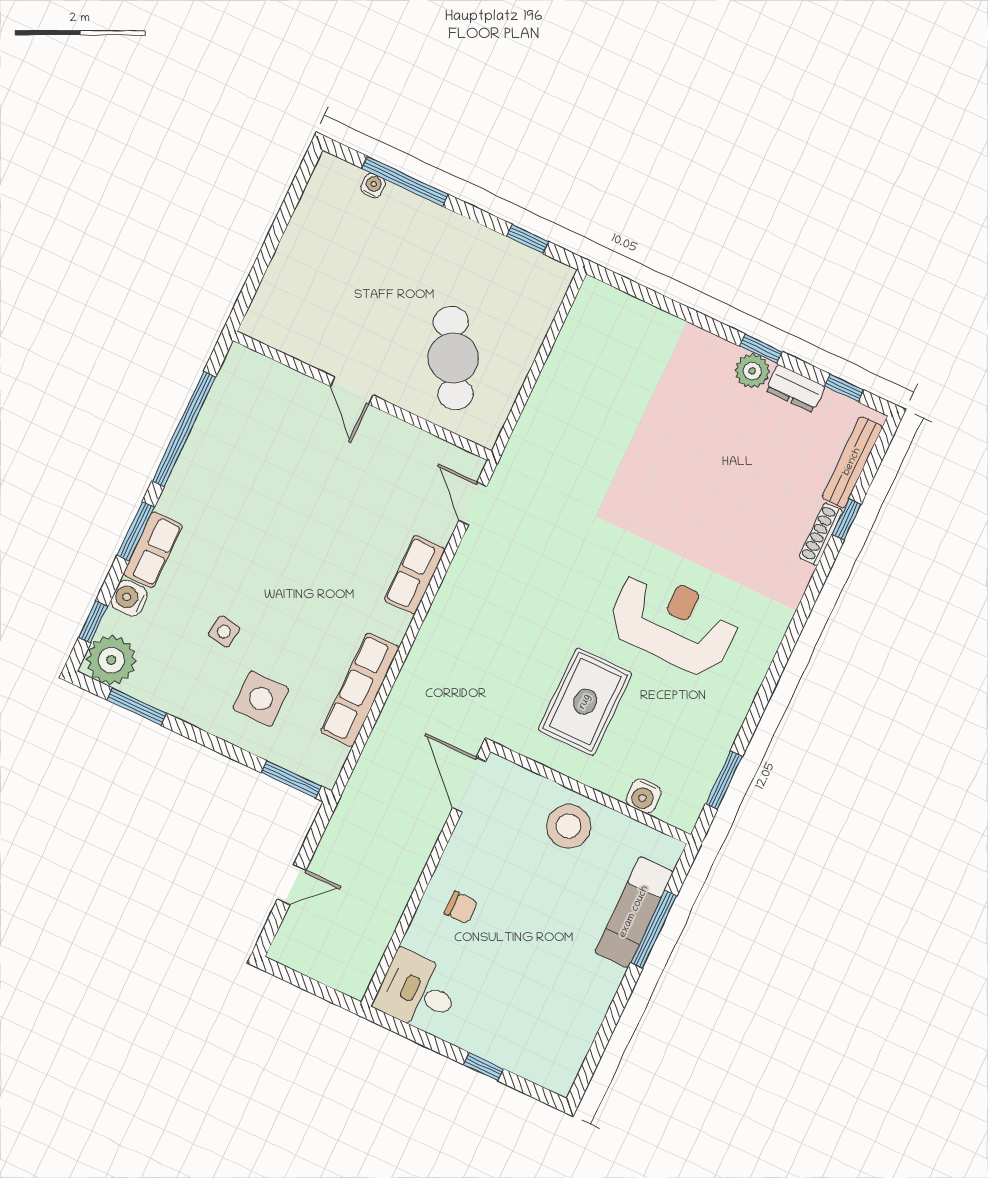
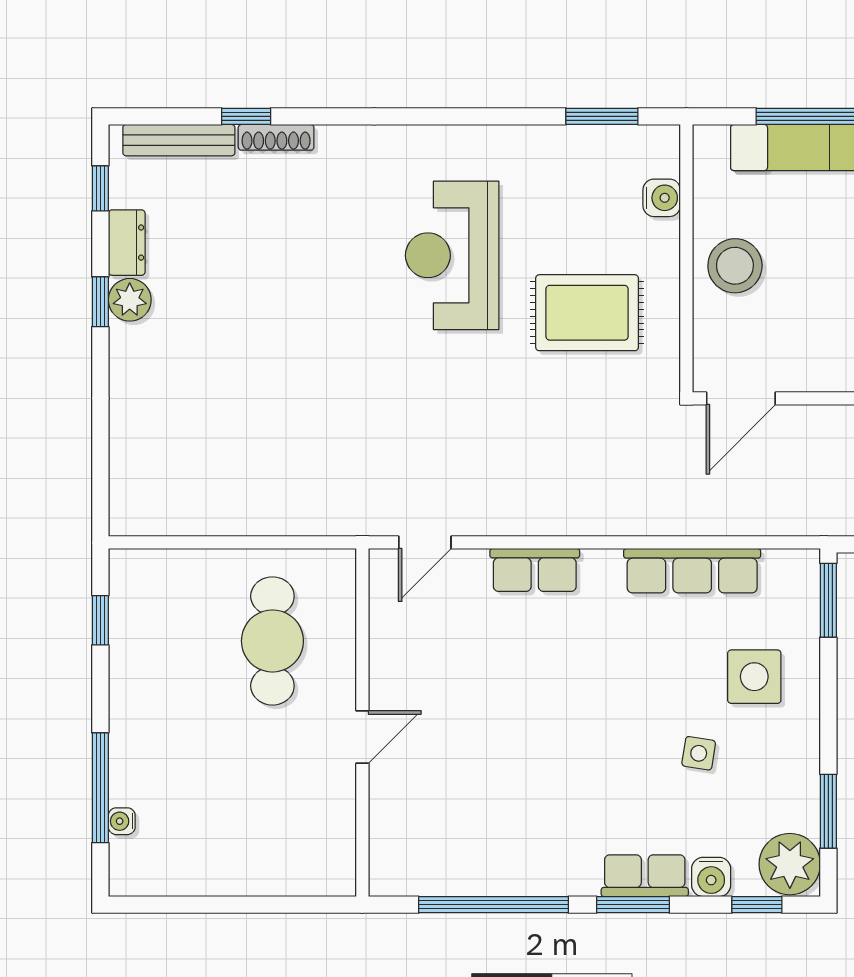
cafe table: (453, 358) -> (272, 641), turned -61

